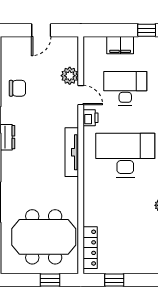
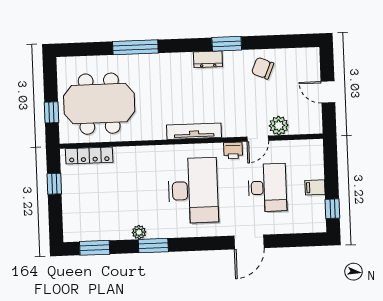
filing cabinet: (120, 45) -> (315, 187), width x0.50
chair: (17, 88) -> (263, 68), turned 113
meeting table: (44, 237) -> (99, 104), turned 90

